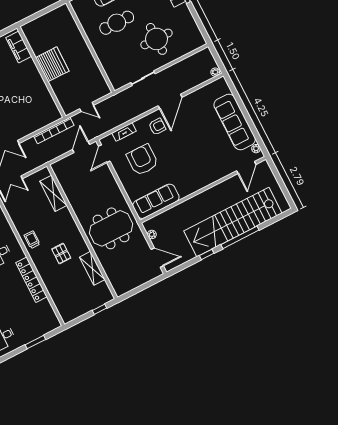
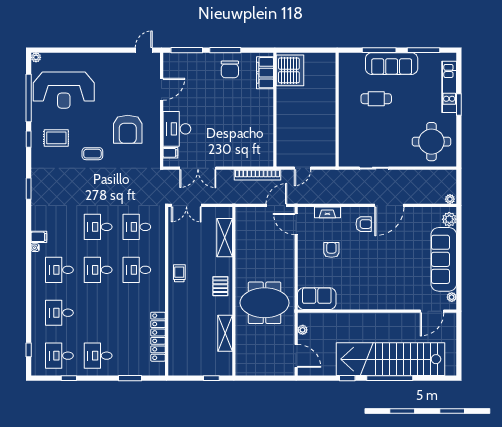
cafe table: (117, 23) -> (376, 99), width x0.73, depth x0.74
round table: (156, 39) -> (431, 142), moved
server rack: (52, 64) -> (290, 70), moved
plant: (223, 88) -> (449, 219), added
door: (87, 107) -> (303, 168), hinge flipped
door: (104, 154) -> (296, 224), hinge flipped
armchair: (142, 160) -> (331, 250), width x0.53, depth x0.53
sofa: (156, 201) -> (317, 299), width x0.73
pallet: (61, 254) -> (220, 286), moved
locker: (31, 280) -> (158, 337), moved

